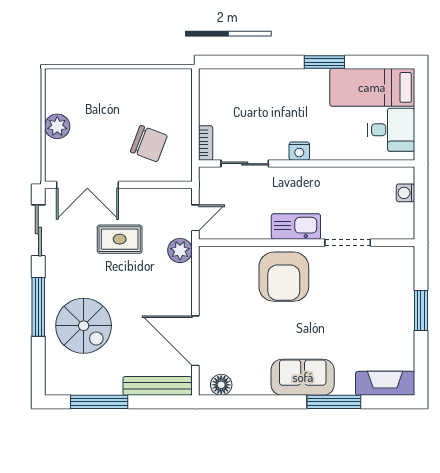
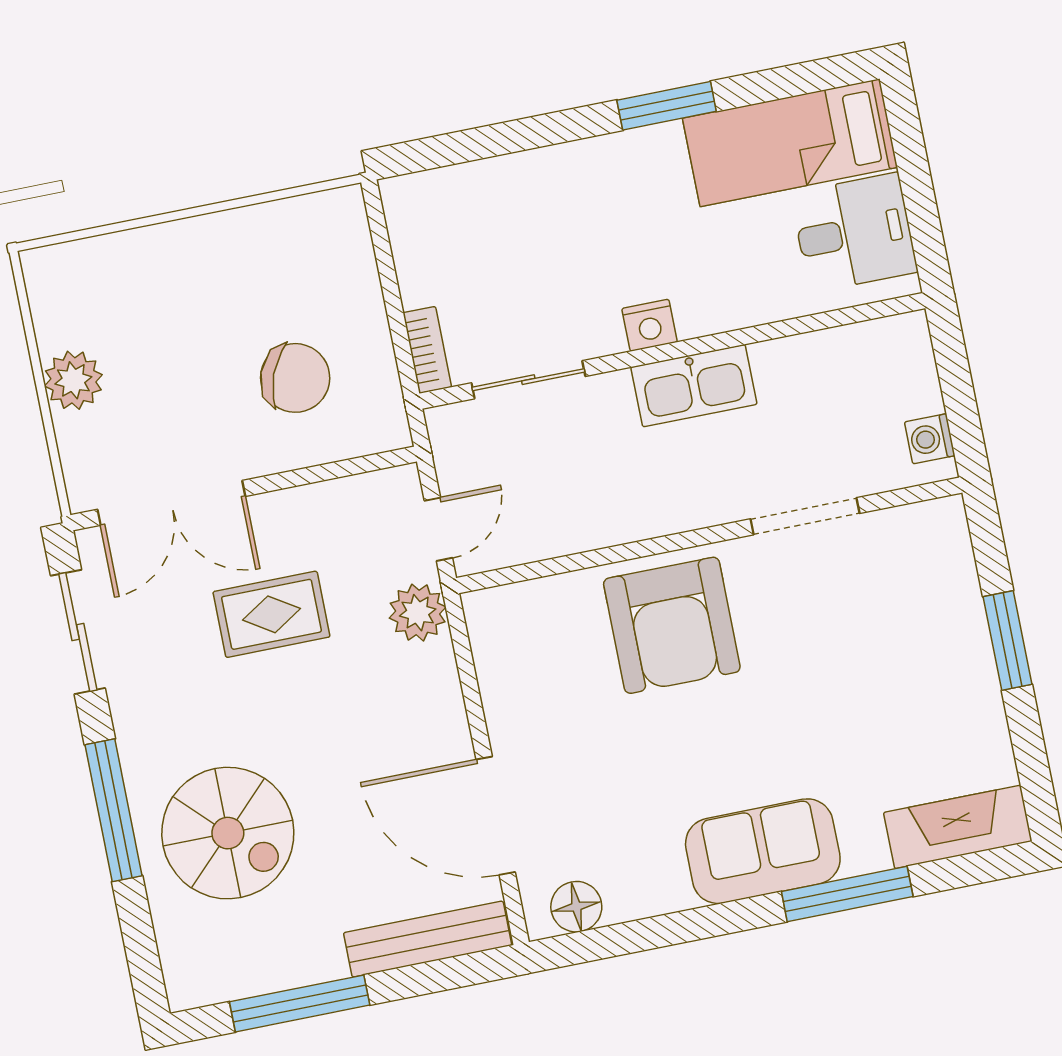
washing machine: (405, 193) -> (930, 439), moved
kitchen sink: (296, 227) -> (694, 386), moved, turned 180

